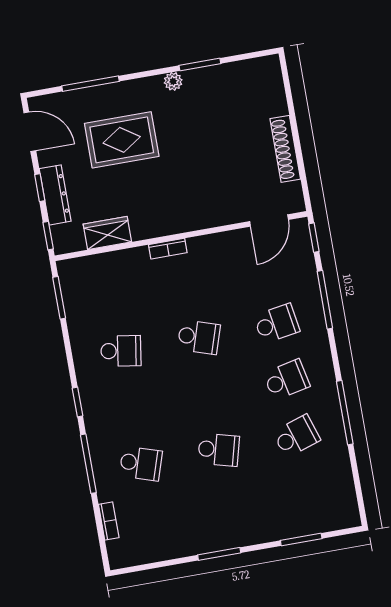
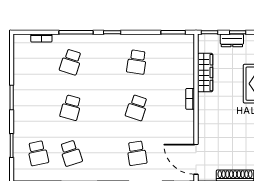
dresser: (55, 195) -> (232, 40), width x0.70
door: (269, 220) -> (196, 159), width x1.36
wardrobe: (107, 233) -> (205, 73), width x1.50
school desk: (287, 380) -> (38, 153), moved

